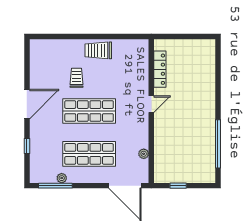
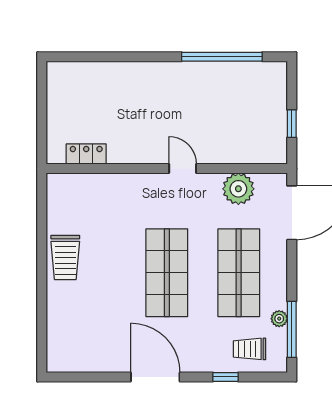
locker: (160, 69) -> (86, 154), width x0.66
trolley: (76, 78) -> (250, 349), moved
door: (151, 104) -> (183, 169), moved
plant: (144, 154) -> (238, 189), width x1.87, depth x1.87

